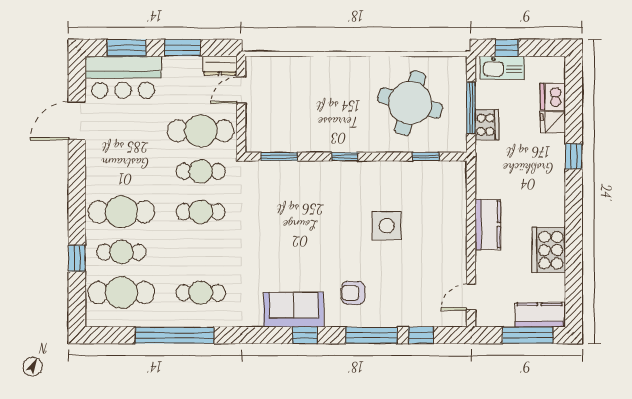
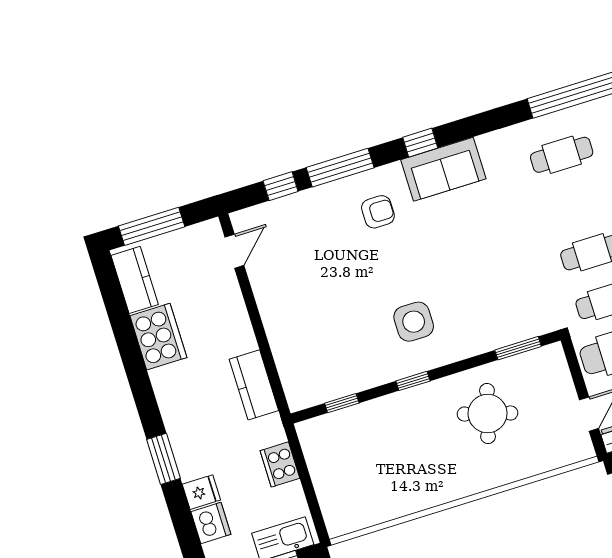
round table: (410, 103) -> (488, 414), moved, width x0.73, depth x0.73
window: (471, 108) -> (305, 479), removed
window: (574, 156) -> (164, 459), width x1.50
window: (345, 157) -> (413, 381), moved
kitchen counter: (488, 224) -> (254, 385), moved
side table: (387, 226) -> (414, 322), moved
kitchen counter: (539, 315) -> (135, 280), moved, turned -90

